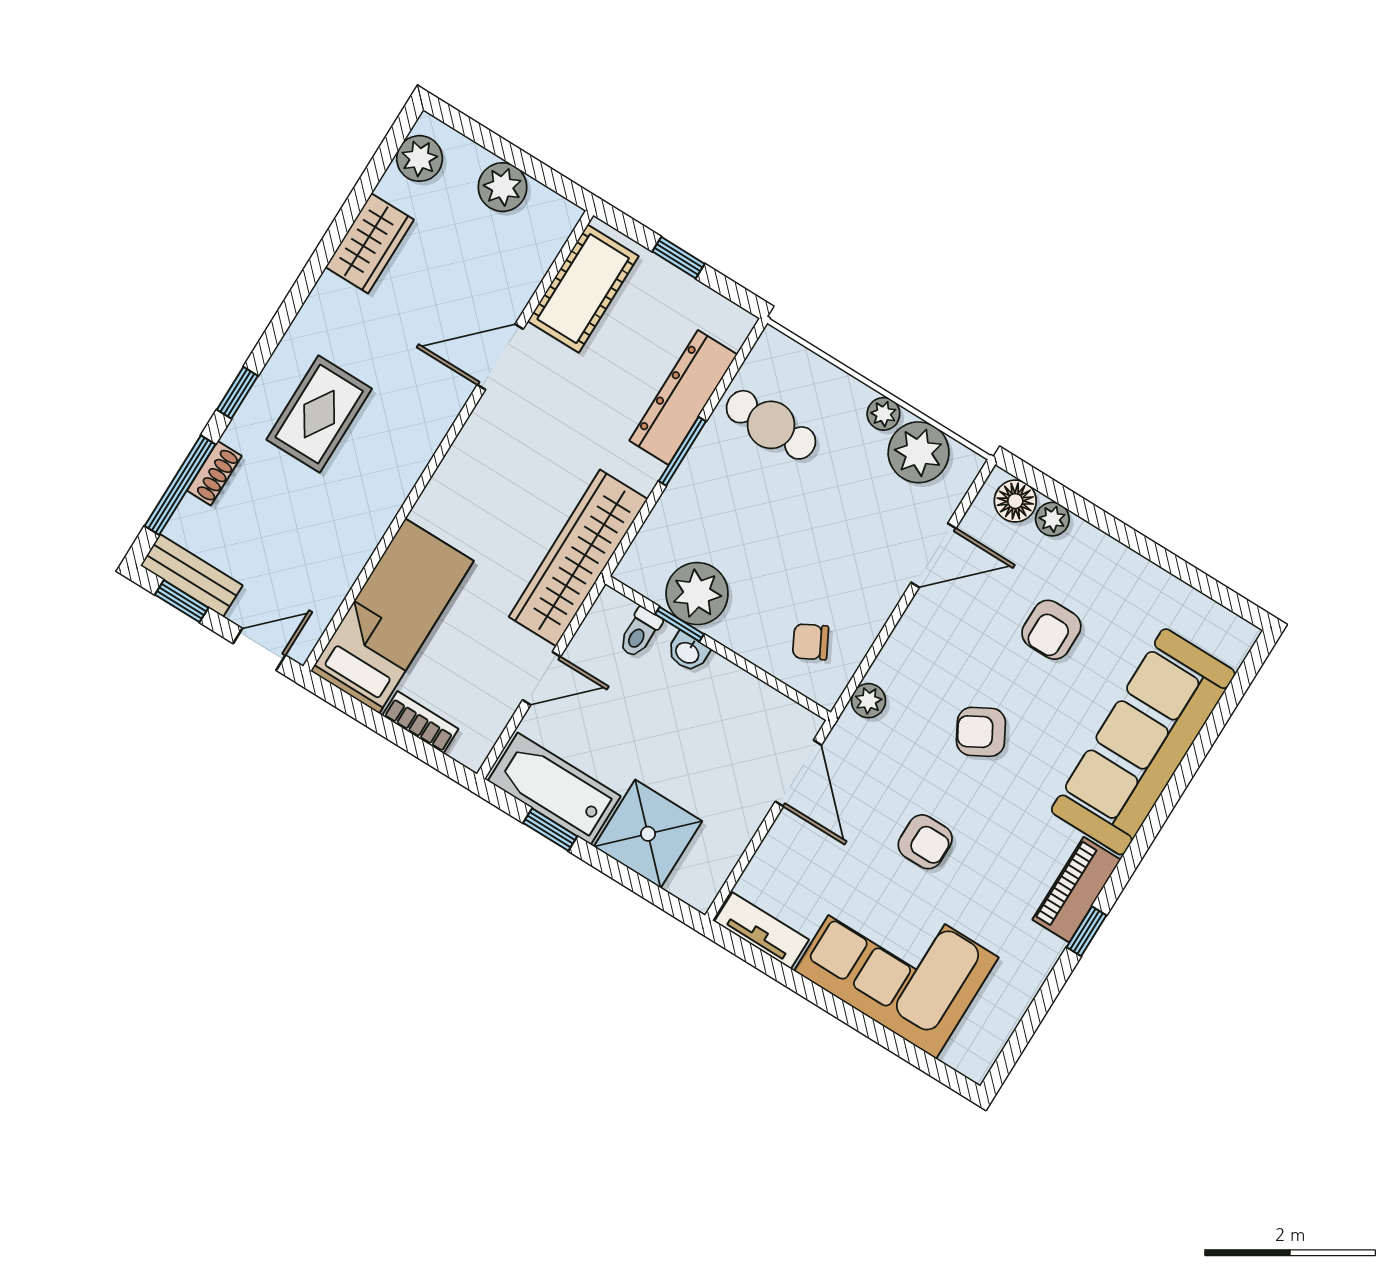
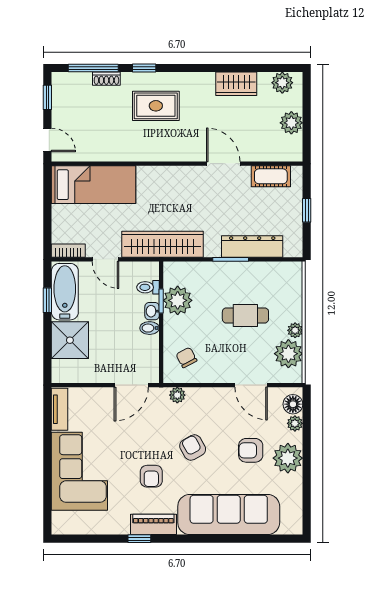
cot: (583, 289) -> (271, 176), width x0.73, depth x0.75
cafe table: (771, 425) -> (245, 315), moved, turned 90
plant: (1107, 571) -> (288, 458), added
bench: (192, 575) -> (60, 95), removed
bidet: (716, 676) -> (150, 328), added
bookcase: (420, 722) -> (68, 251), moved, turned -90
armchair: (925, 842) -> (151, 476), moved

